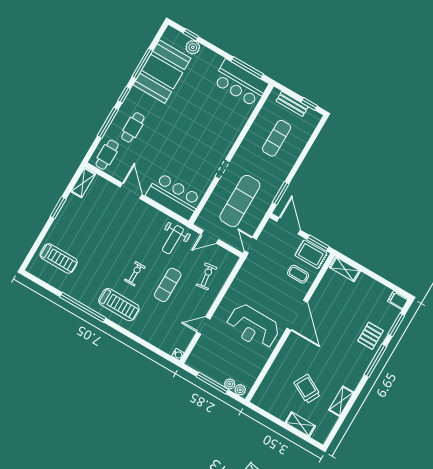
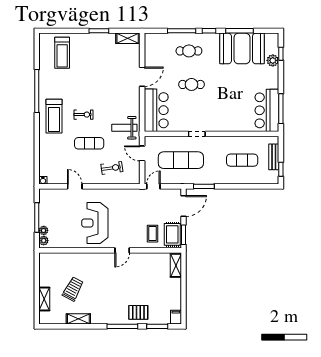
cafe table: (107, 155) -> (191, 84), moved
door: (297, 315) -> (122, 250), width x0.53

